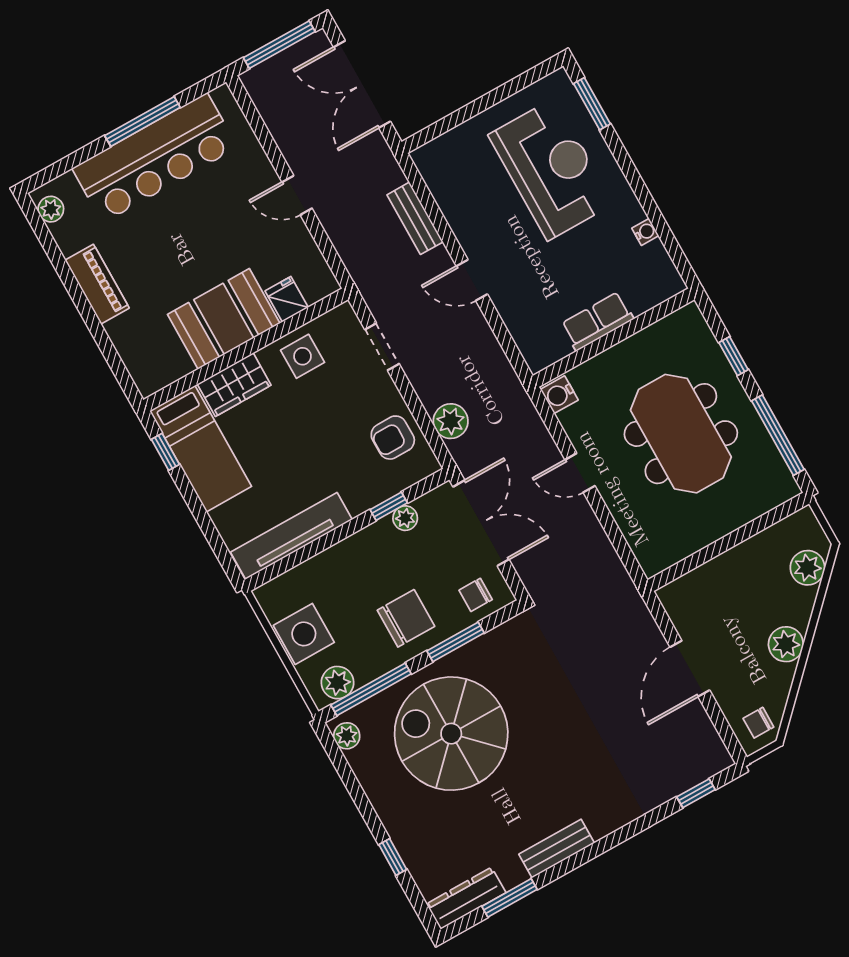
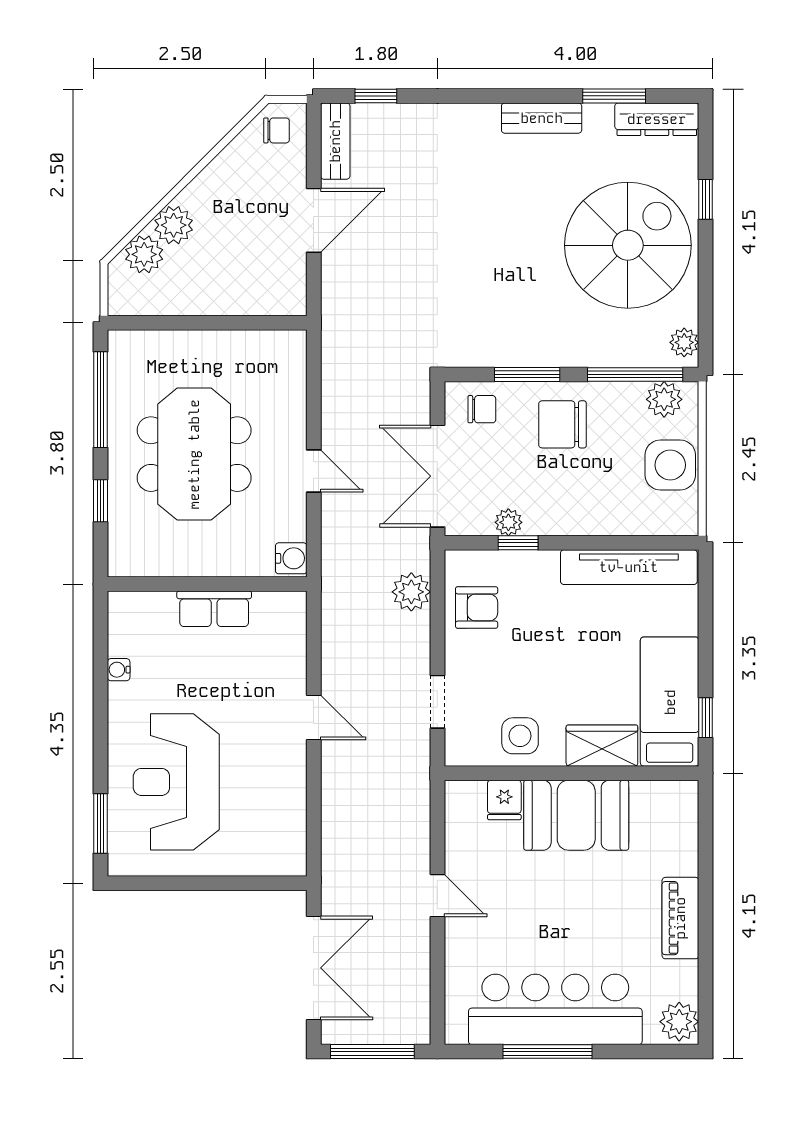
plant: (51, 209) -> (679, 1022), width x1.38, depth x1.38
bench: (415, 218) -> (335, 141), moved
plant: (786, 644) -> (174, 225), moved
spiral stairs: (451, 734) -> (628, 245), moved, turned -90

